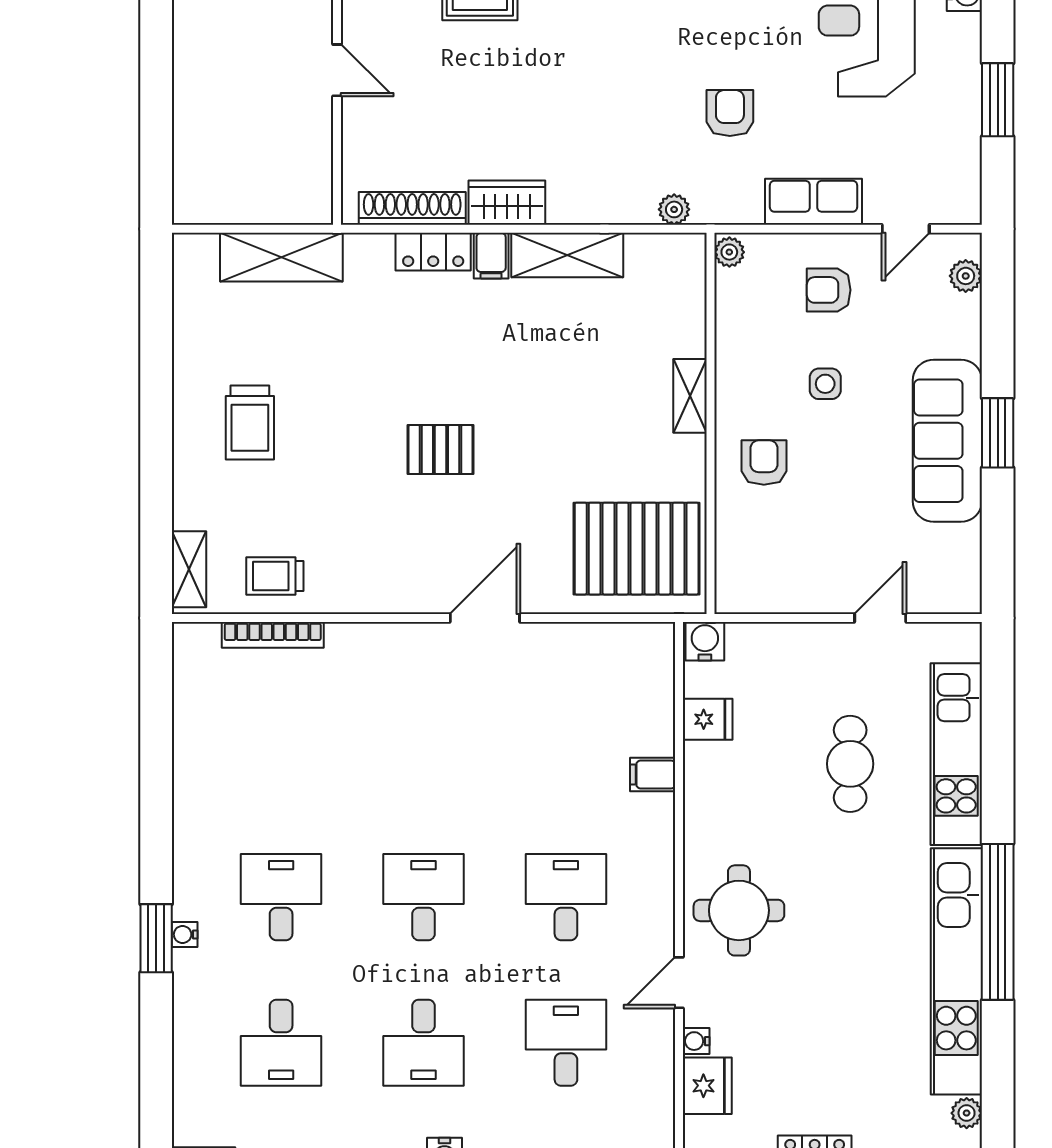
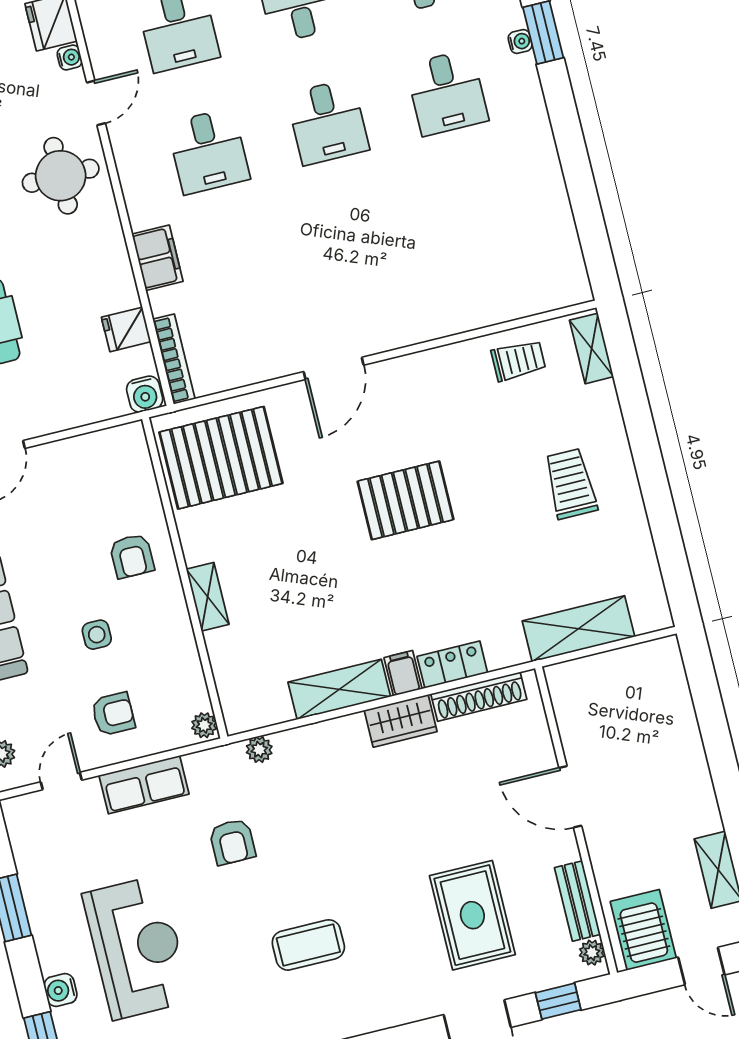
door: (337, 70) -> (570, 797), width x1.38
pallet: (440, 450) -> (405, 500), width x1.50, depth x1.42
bookcase: (273, 635) -> (174, 359), moved, turned 90
filing cabinet: (653, 774) -> (157, 258), width x2.00

